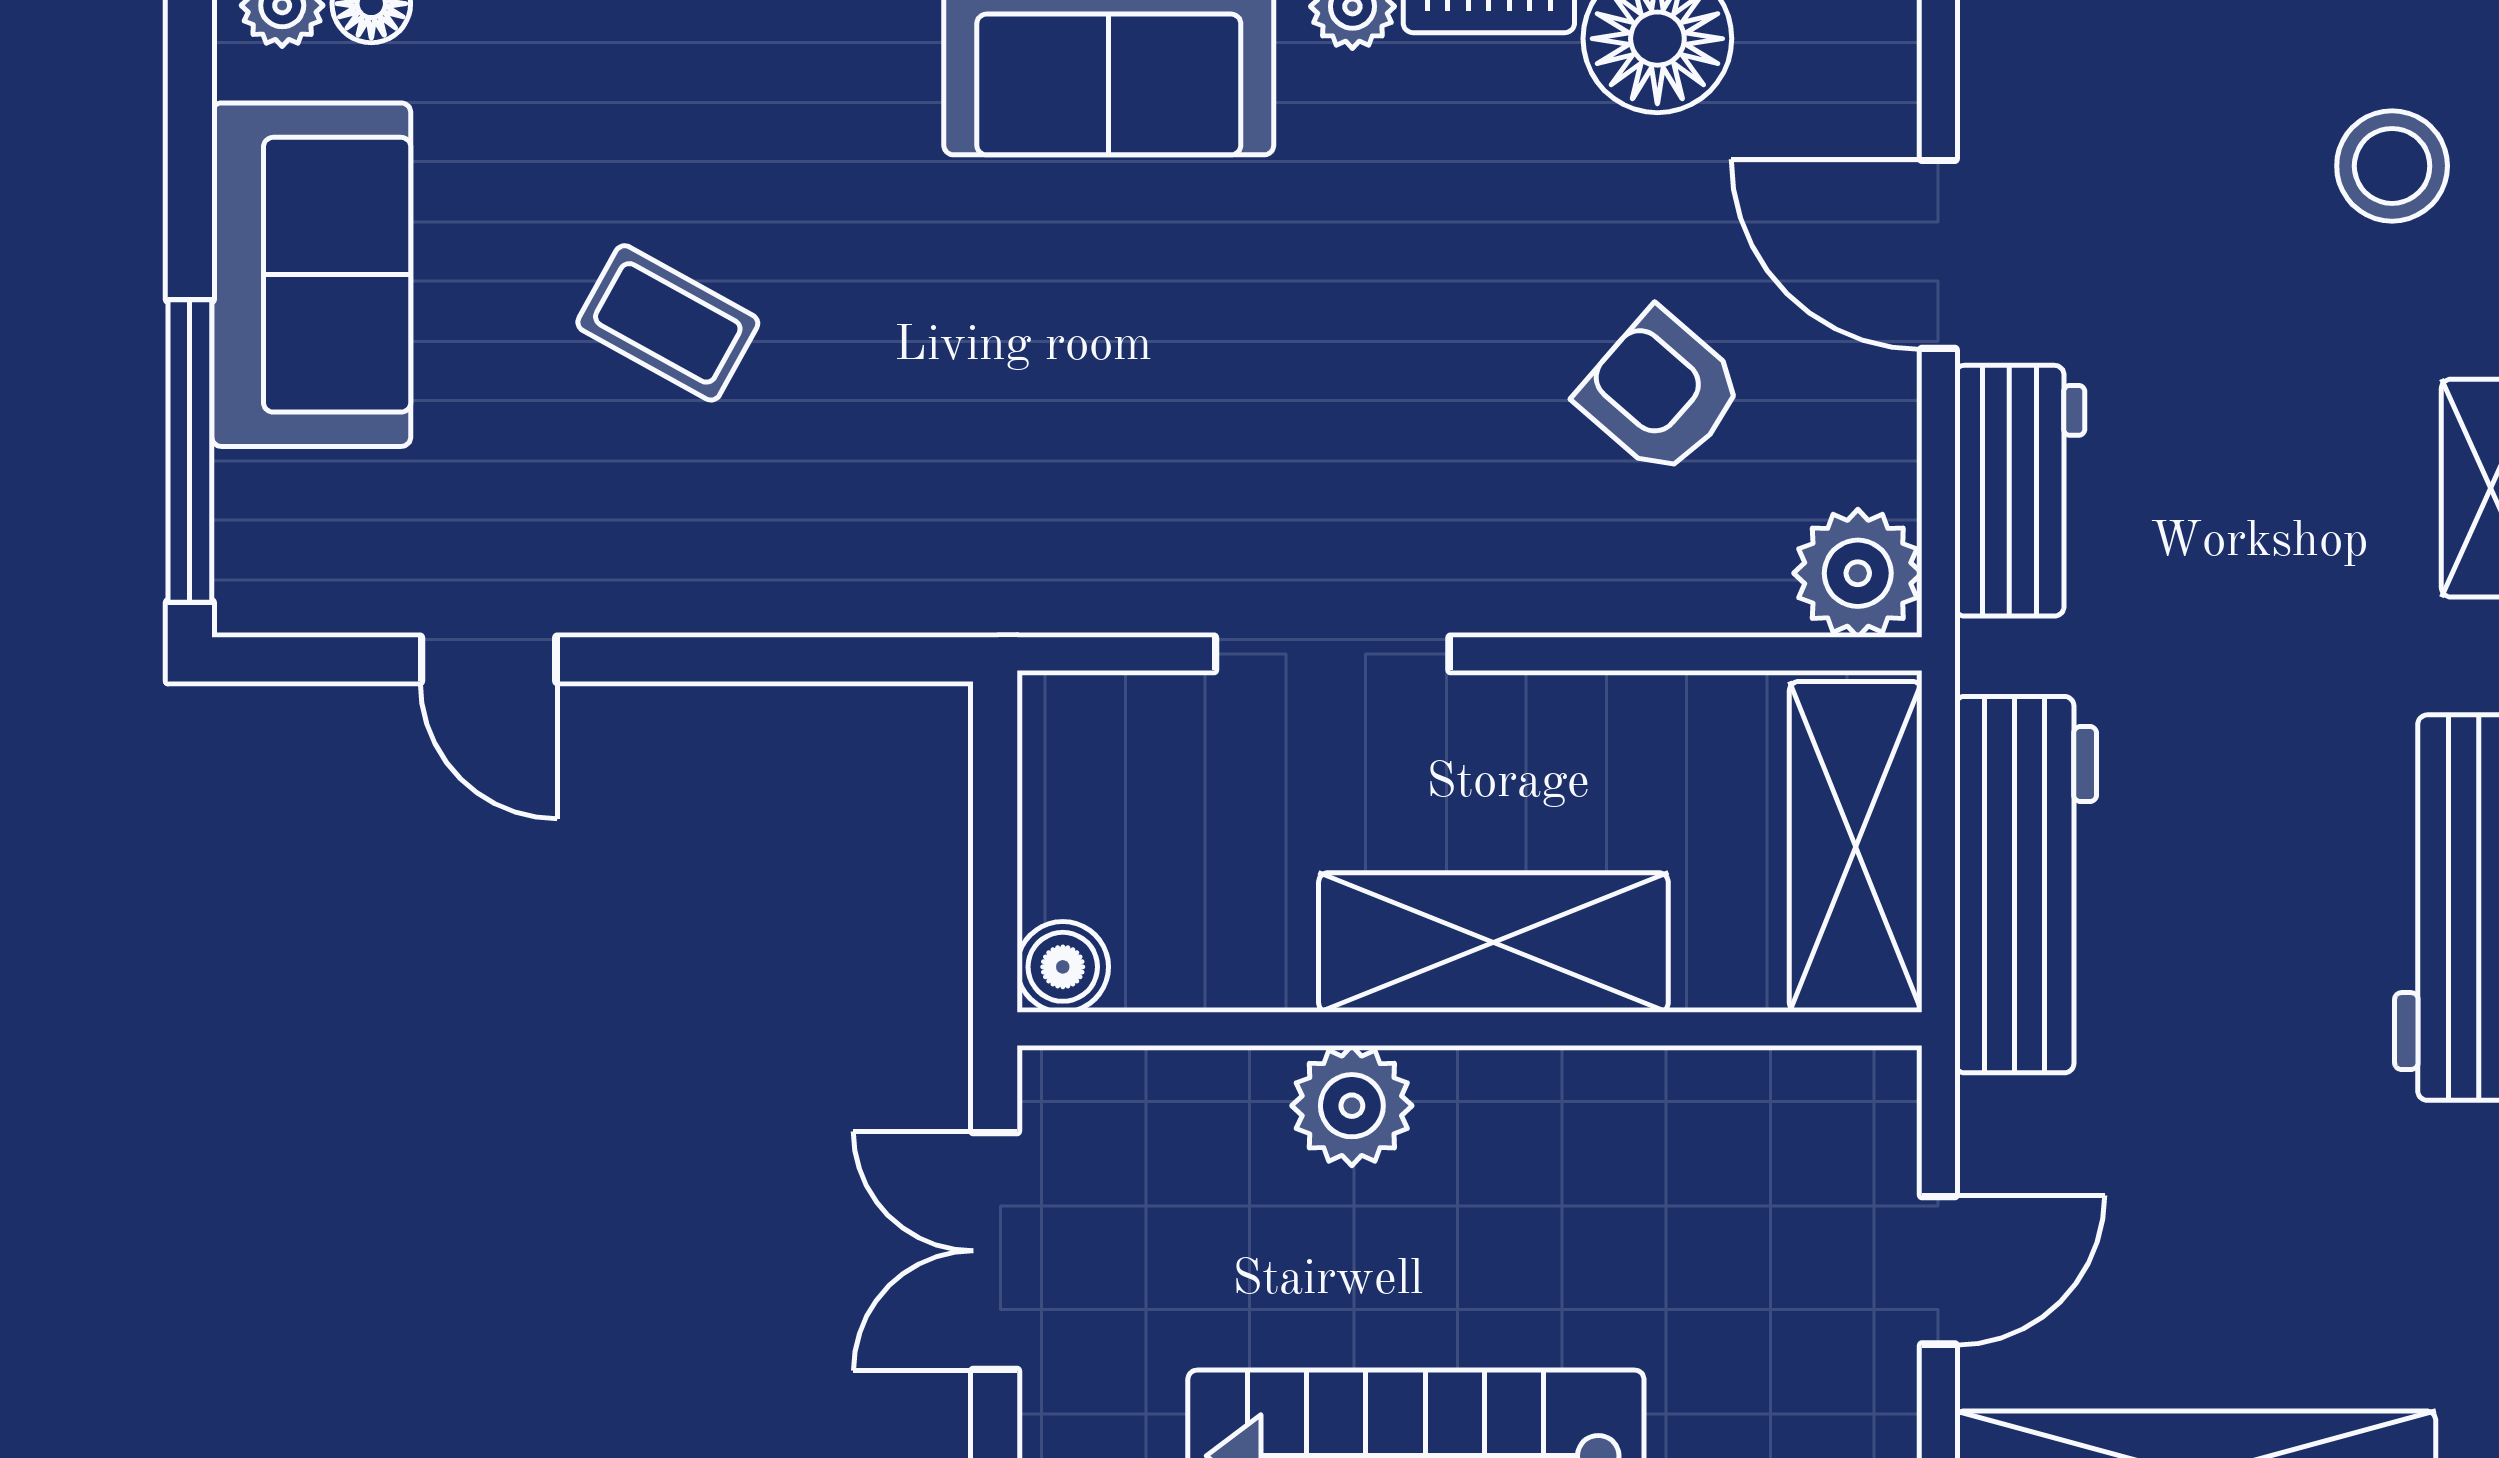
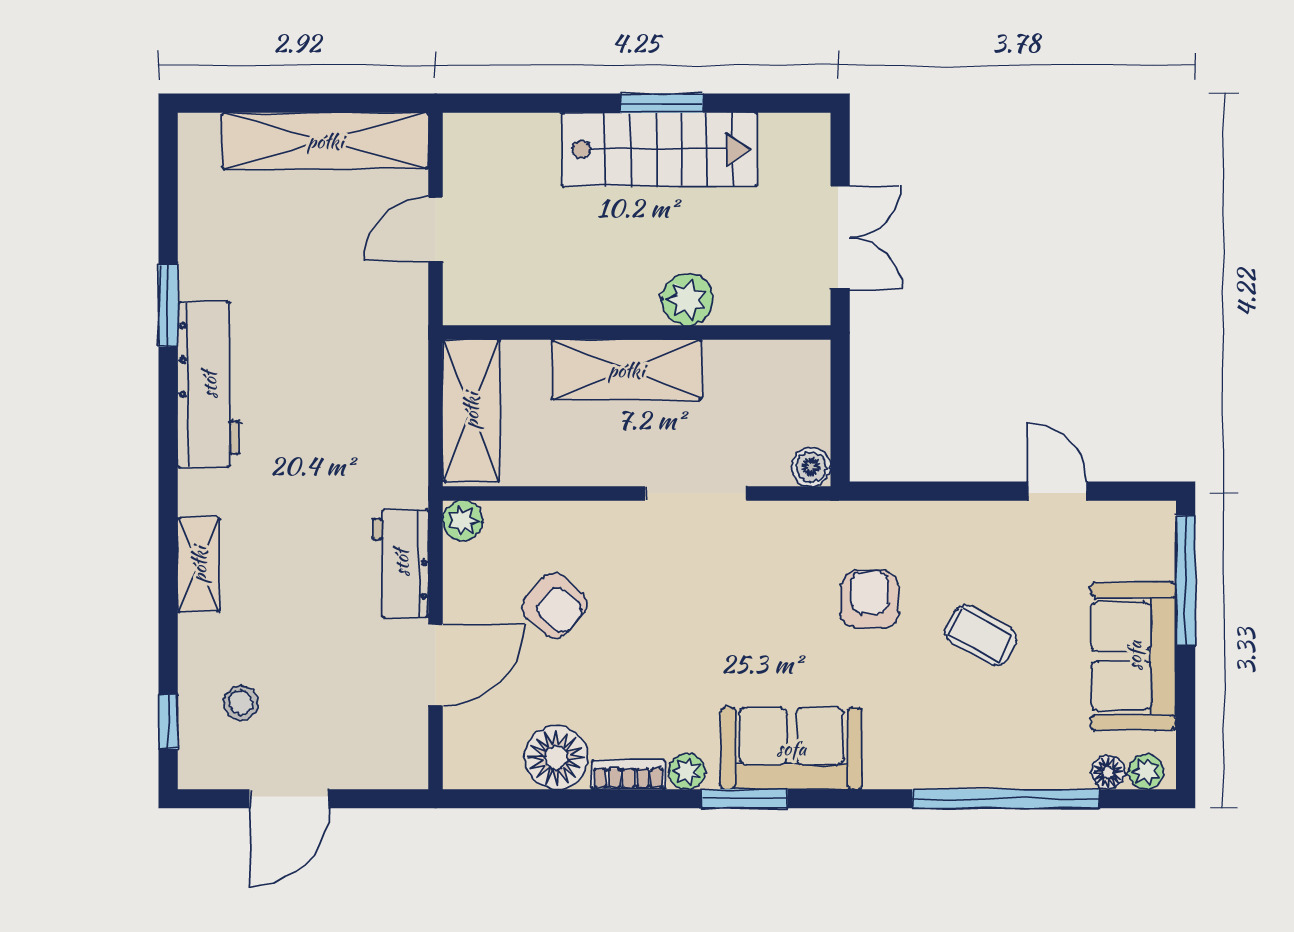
stool: (2392, 166) -> (241, 703), width x0.73, depth x0.73
door: (1938, 254) -> (436, 665), hinge flipped
armchair: (927, 407) -> (870, 599), added
plant: (1858, 573) -> (463, 521), width x0.73, depth x0.73
workbench: (2026, 885) -> (398, 394), removed
boiler: (1063, 967) -> (811, 467), moved

